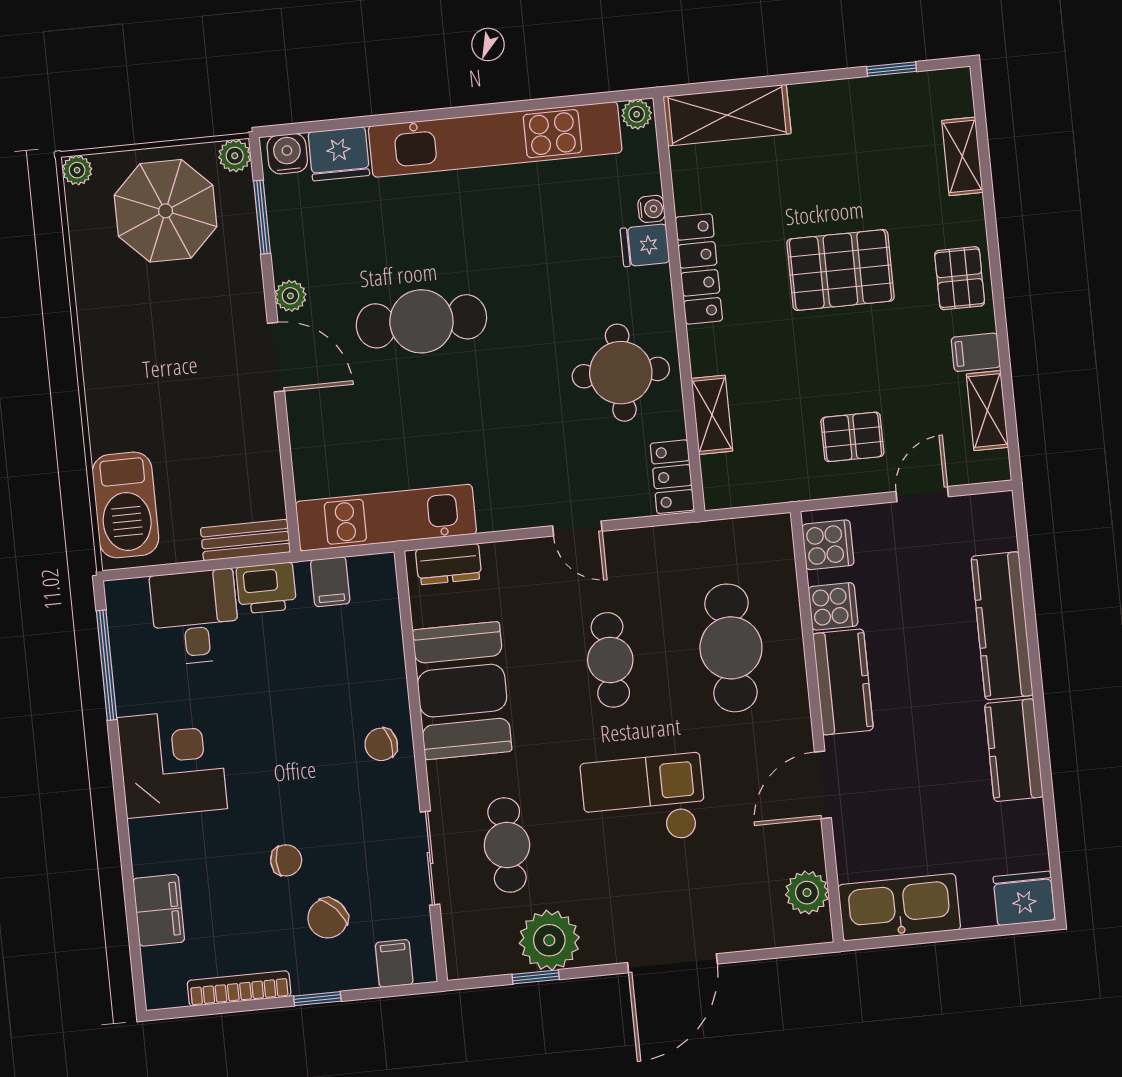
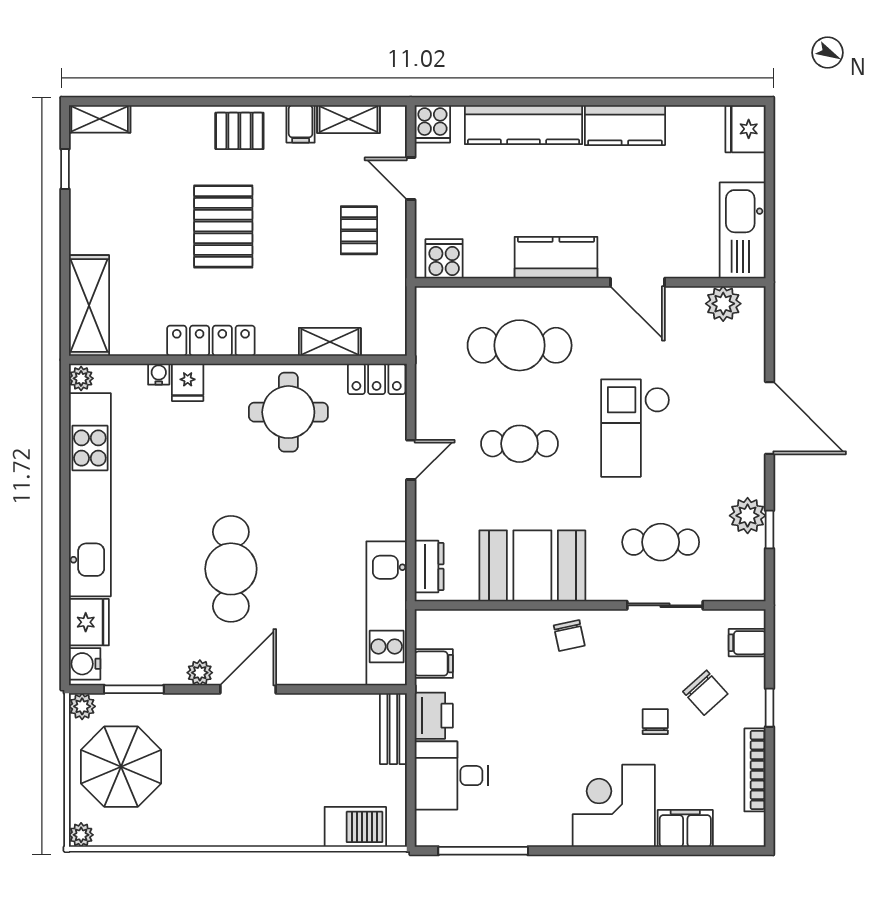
shelving: (962, 156) -> (100, 119), moved
barbecue: (126, 505) -> (355, 827), width x0.73, depth x0.83
cooker: (833, 606) -> (432, 124), moved, turned 180
corner desk: (172, 763) -> (614, 806), moved
plant: (549, 940) -> (748, 516), width x0.73, depth x0.73

